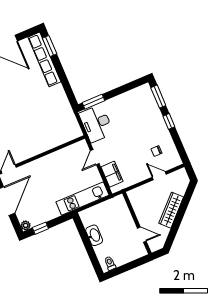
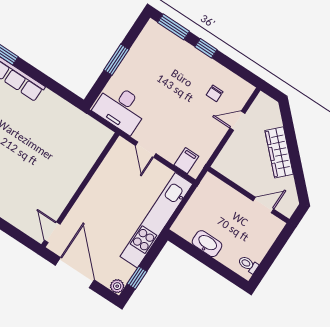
window: (94, 102) -> (116, 60), moved
filing cabinet: (112, 174) -> (186, 161), width x0.50
kitchen unit: (82, 199) -> (156, 220), width x1.36

